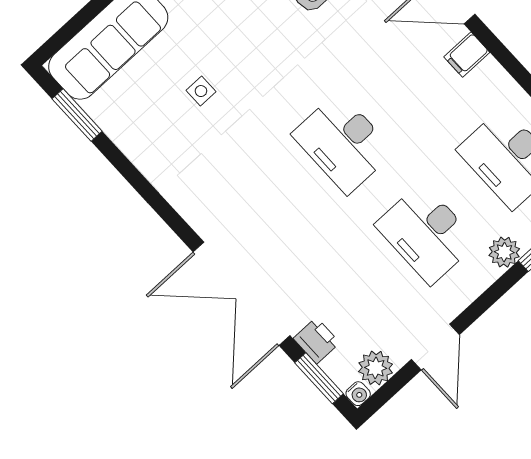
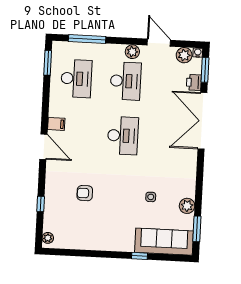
plant: (129, 135) -> (187, 206), added
plant: (504, 252) -> (132, 52), moved
double door: (241, 294) -> (202, 121), swing flipped
door: (435, 347) -> (159, 43), hinge flipped

